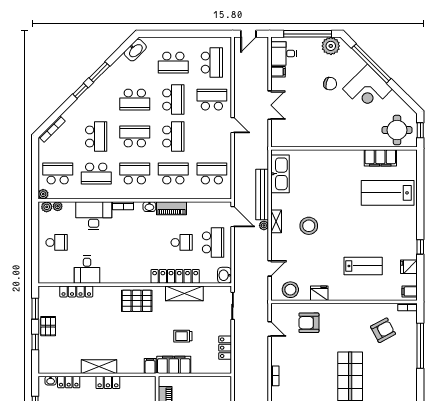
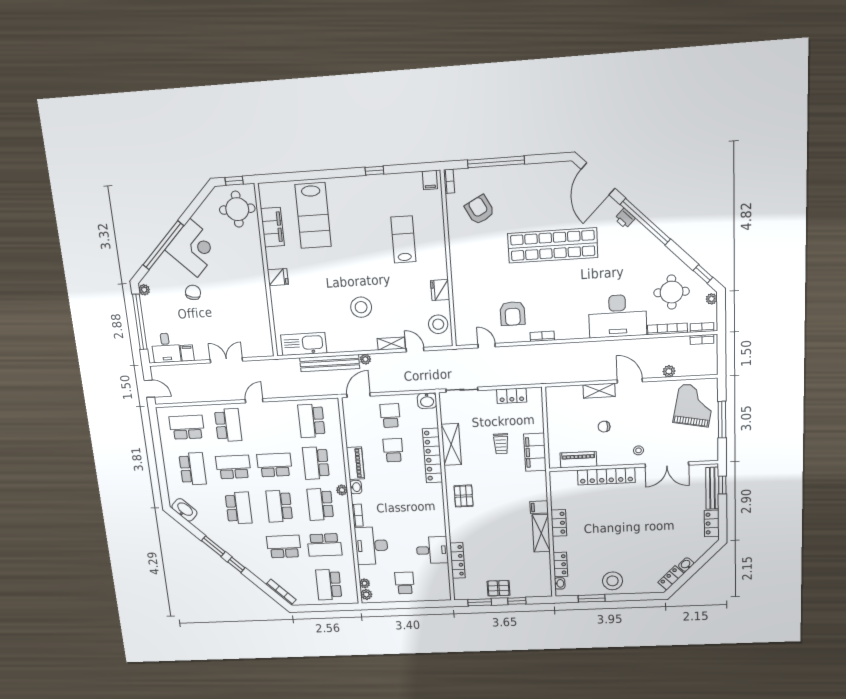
plant: (331, 46) -> (144, 290), width x0.53, depth x0.53
school desk: (212, 100) -> (228, 425), turned 180
school desk: (96, 173) -> (325, 545), turned 90
plant: (43, 194) -> (342, 490), moved
shelving: (276, 221) -> (391, 344), moved
school desk: (213, 242) -> (390, 416), width x0.54
fridge: (409, 267) -> (278, 277), moved, turned -90
pallet: (137, 301) -> (464, 496), width x0.67, depth x0.71
armchair: (309, 323) -> (513, 313), moved
door: (270, 329) -> (487, 346), hinge flipped
filing cabinet: (150, 366) -> (539, 507), moved

